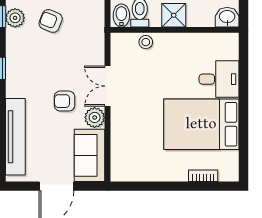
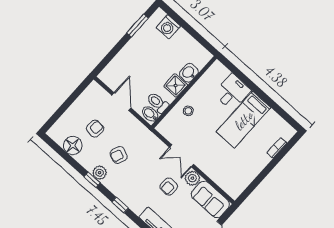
washbasin: (227, 17) -> (189, 73), moved
stool: (146, 42) -> (188, 111), moved
bed: (201, 124) -> (244, 120), width x0.67

